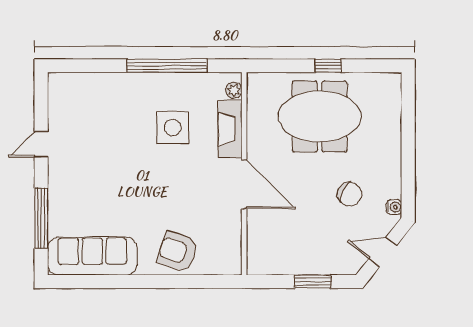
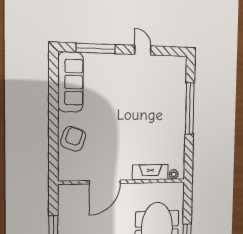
window: (167, 66) -> (190, 109), moved
side table: (173, 128) -> (152, 136), removed
door: (244, 184) -> (105, 182), moved

